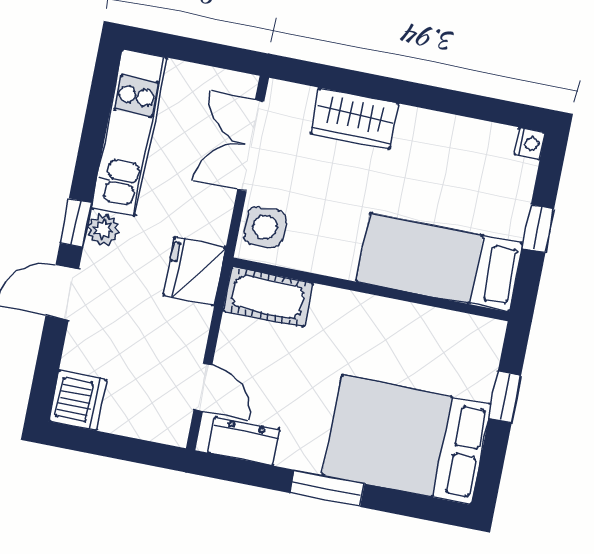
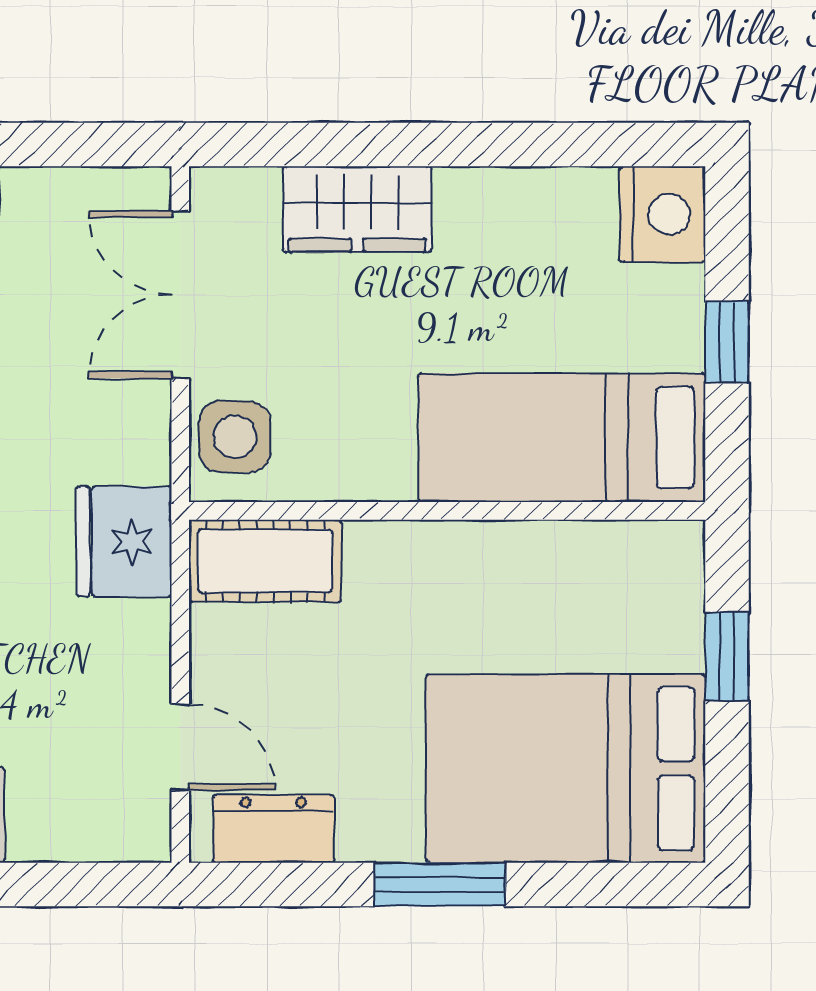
nightstand: (530, 143) -> (662, 214), width x1.89, depth x1.79

